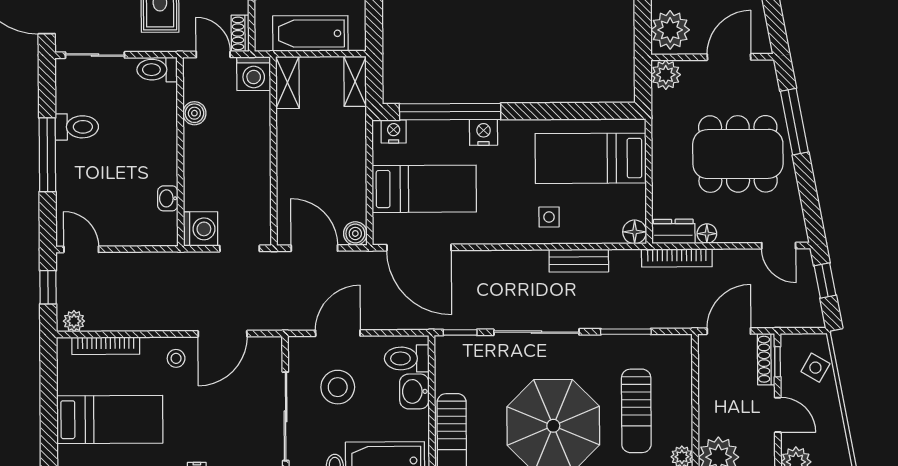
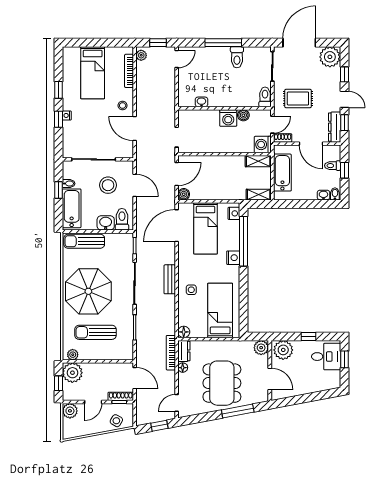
washing machine: (201, 229) -> (228, 118), moved
bench: (579, 261) -> (170, 279), moved

